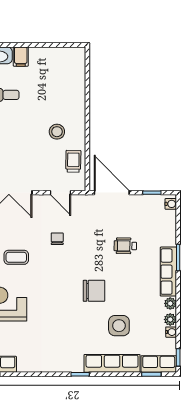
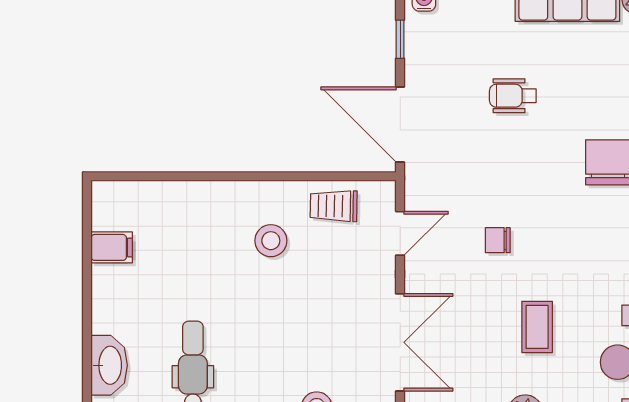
filing cabinet: (21, 57) -> (112, 247), moved
door: (112, 193) -> (400, 125), hinge flipped
wheelchair: (125, 246) -> (513, 96), turned 89

